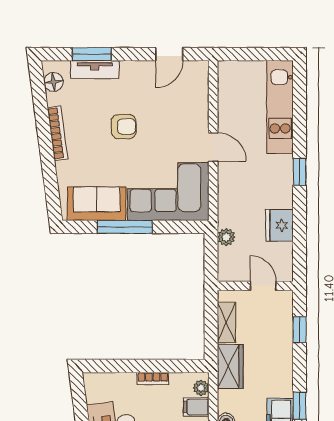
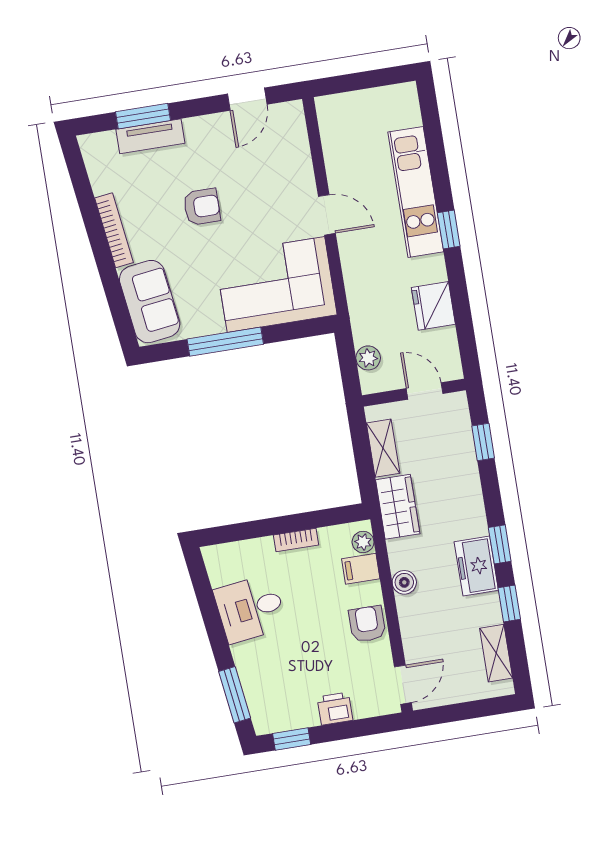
floor lamp: (53, 82) -> (97, 162), removed
kitchen unit: (280, 107) -> (416, 192), moved
sofa: (97, 204) -> (150, 302), moved, turned 82
plant: (226, 237) -> (368, 358), moved

